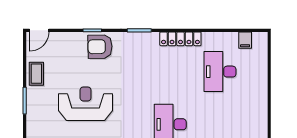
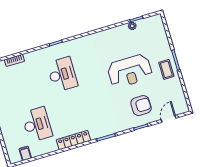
door: (39, 30) -> (169, 119), moved
armchair: (100, 47) -> (141, 106), moved
coffee table: (36, 74) -> (166, 69), moved

